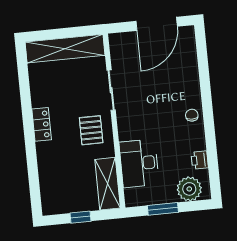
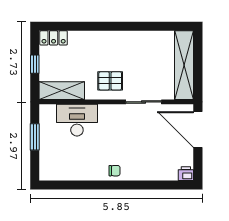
door: (157, 24) -> (198, 130), moved
locker: (42, 124) -> (54, 38), moved
printer: (200, 160) -> (186, 174), moved
plant: (189, 189) -> (50, 162), removed

